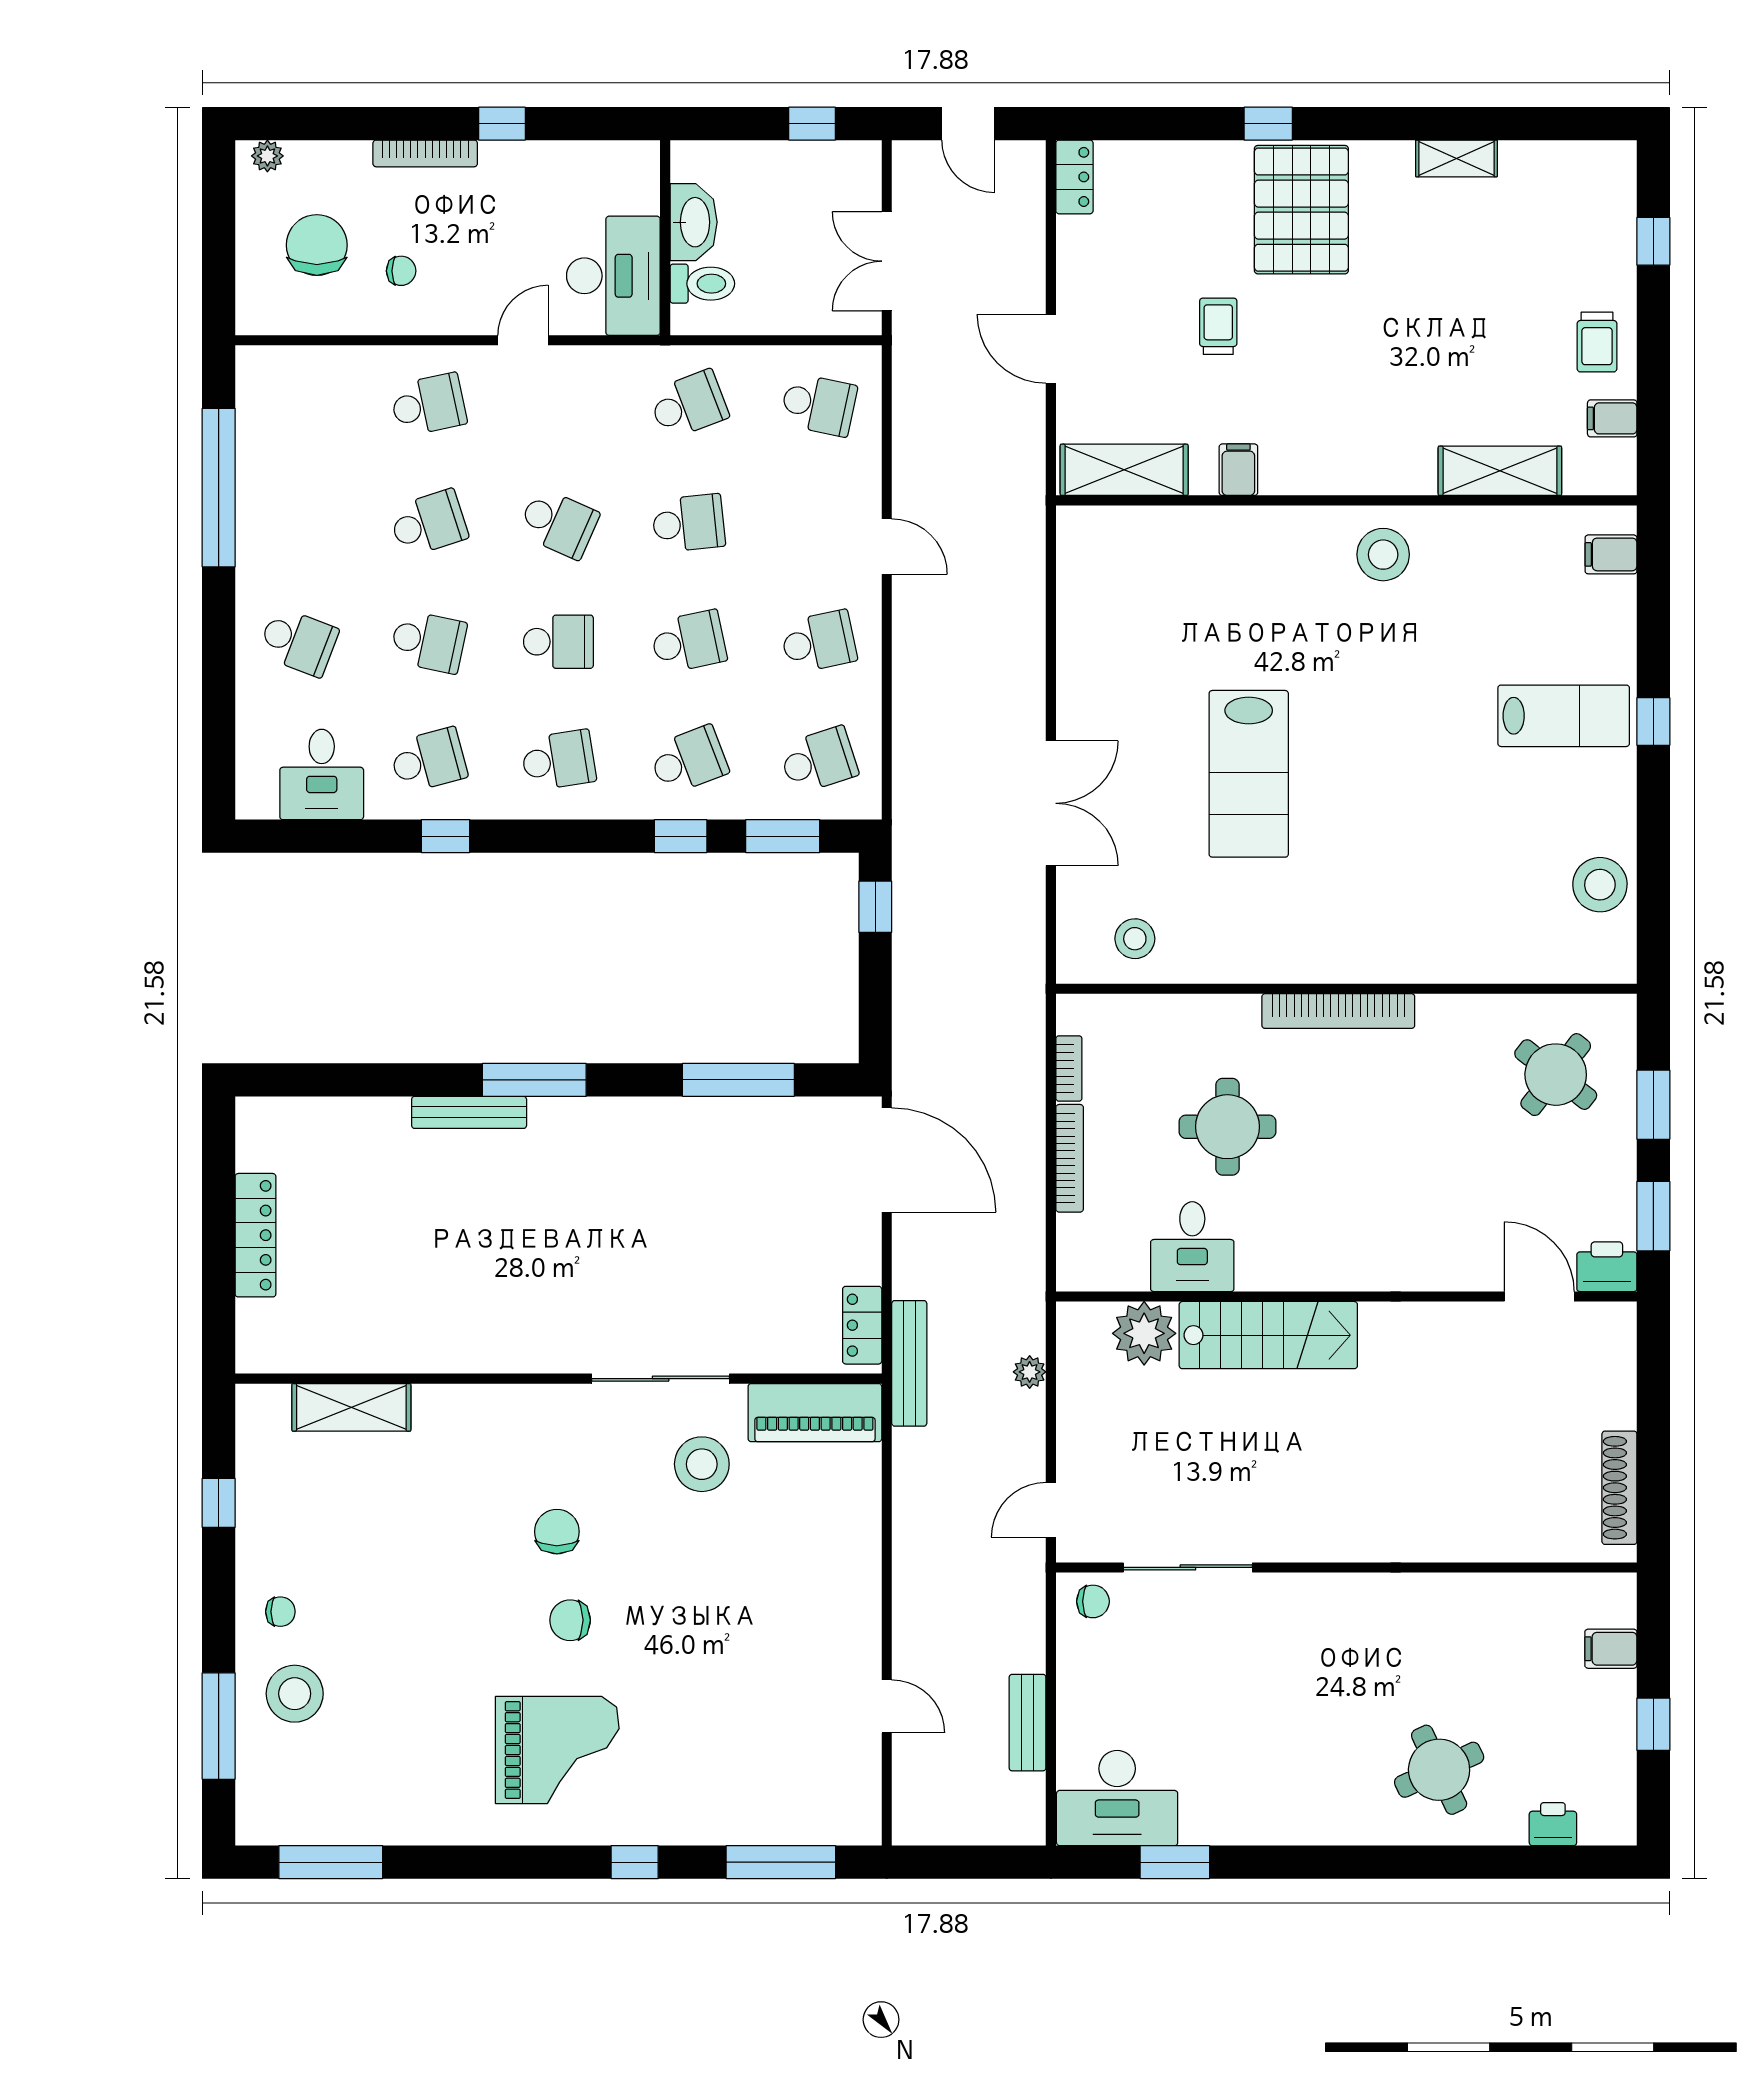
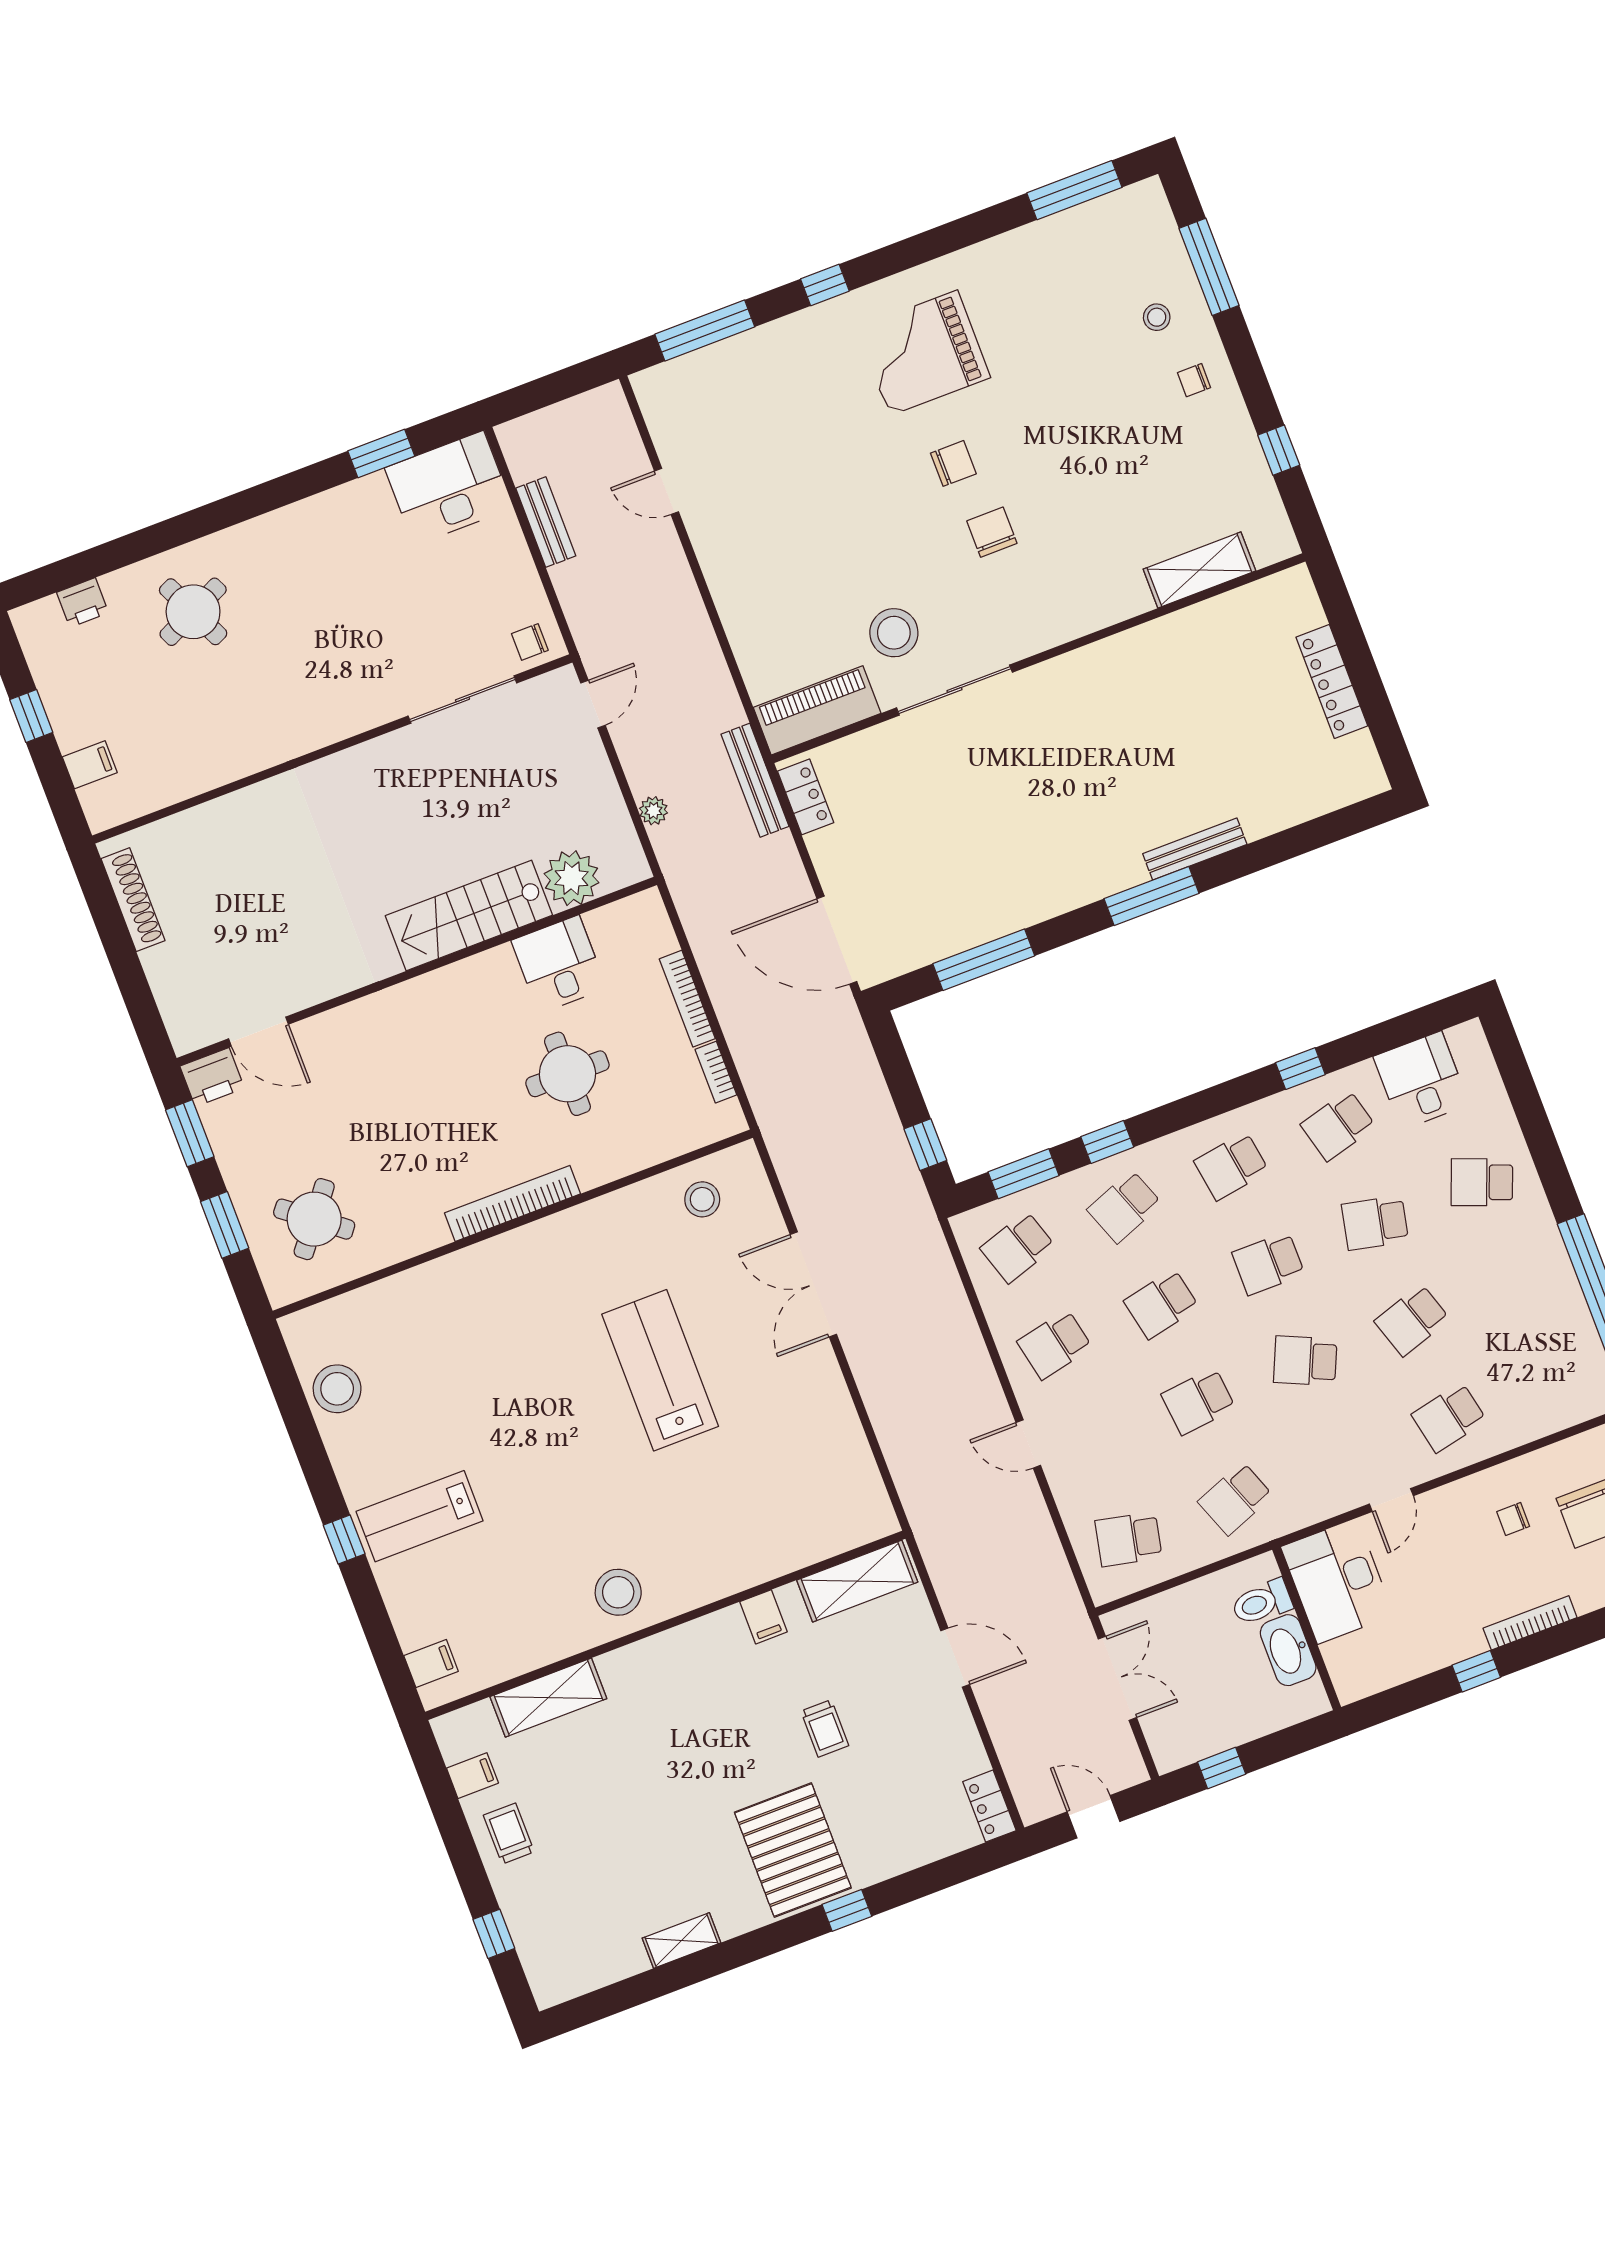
chair: (557, 1532) -> (992, 532), turned 180
stool: (295, 1694) -> (1157, 317), width x0.53, depth x0.53

